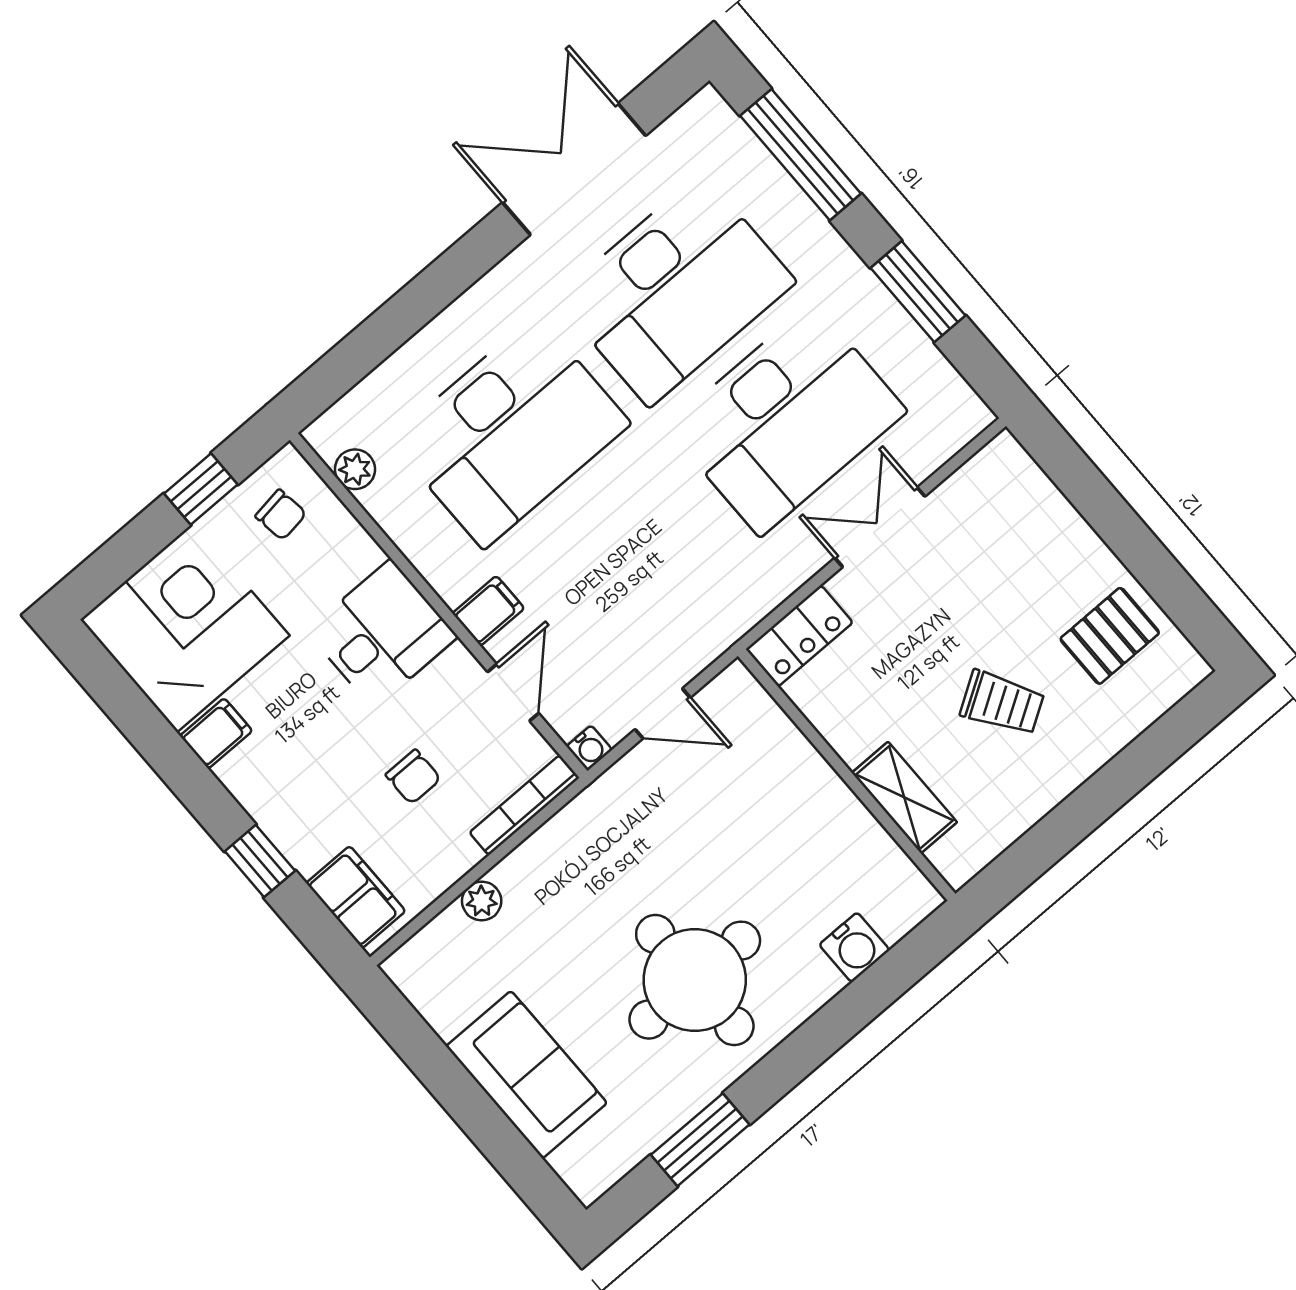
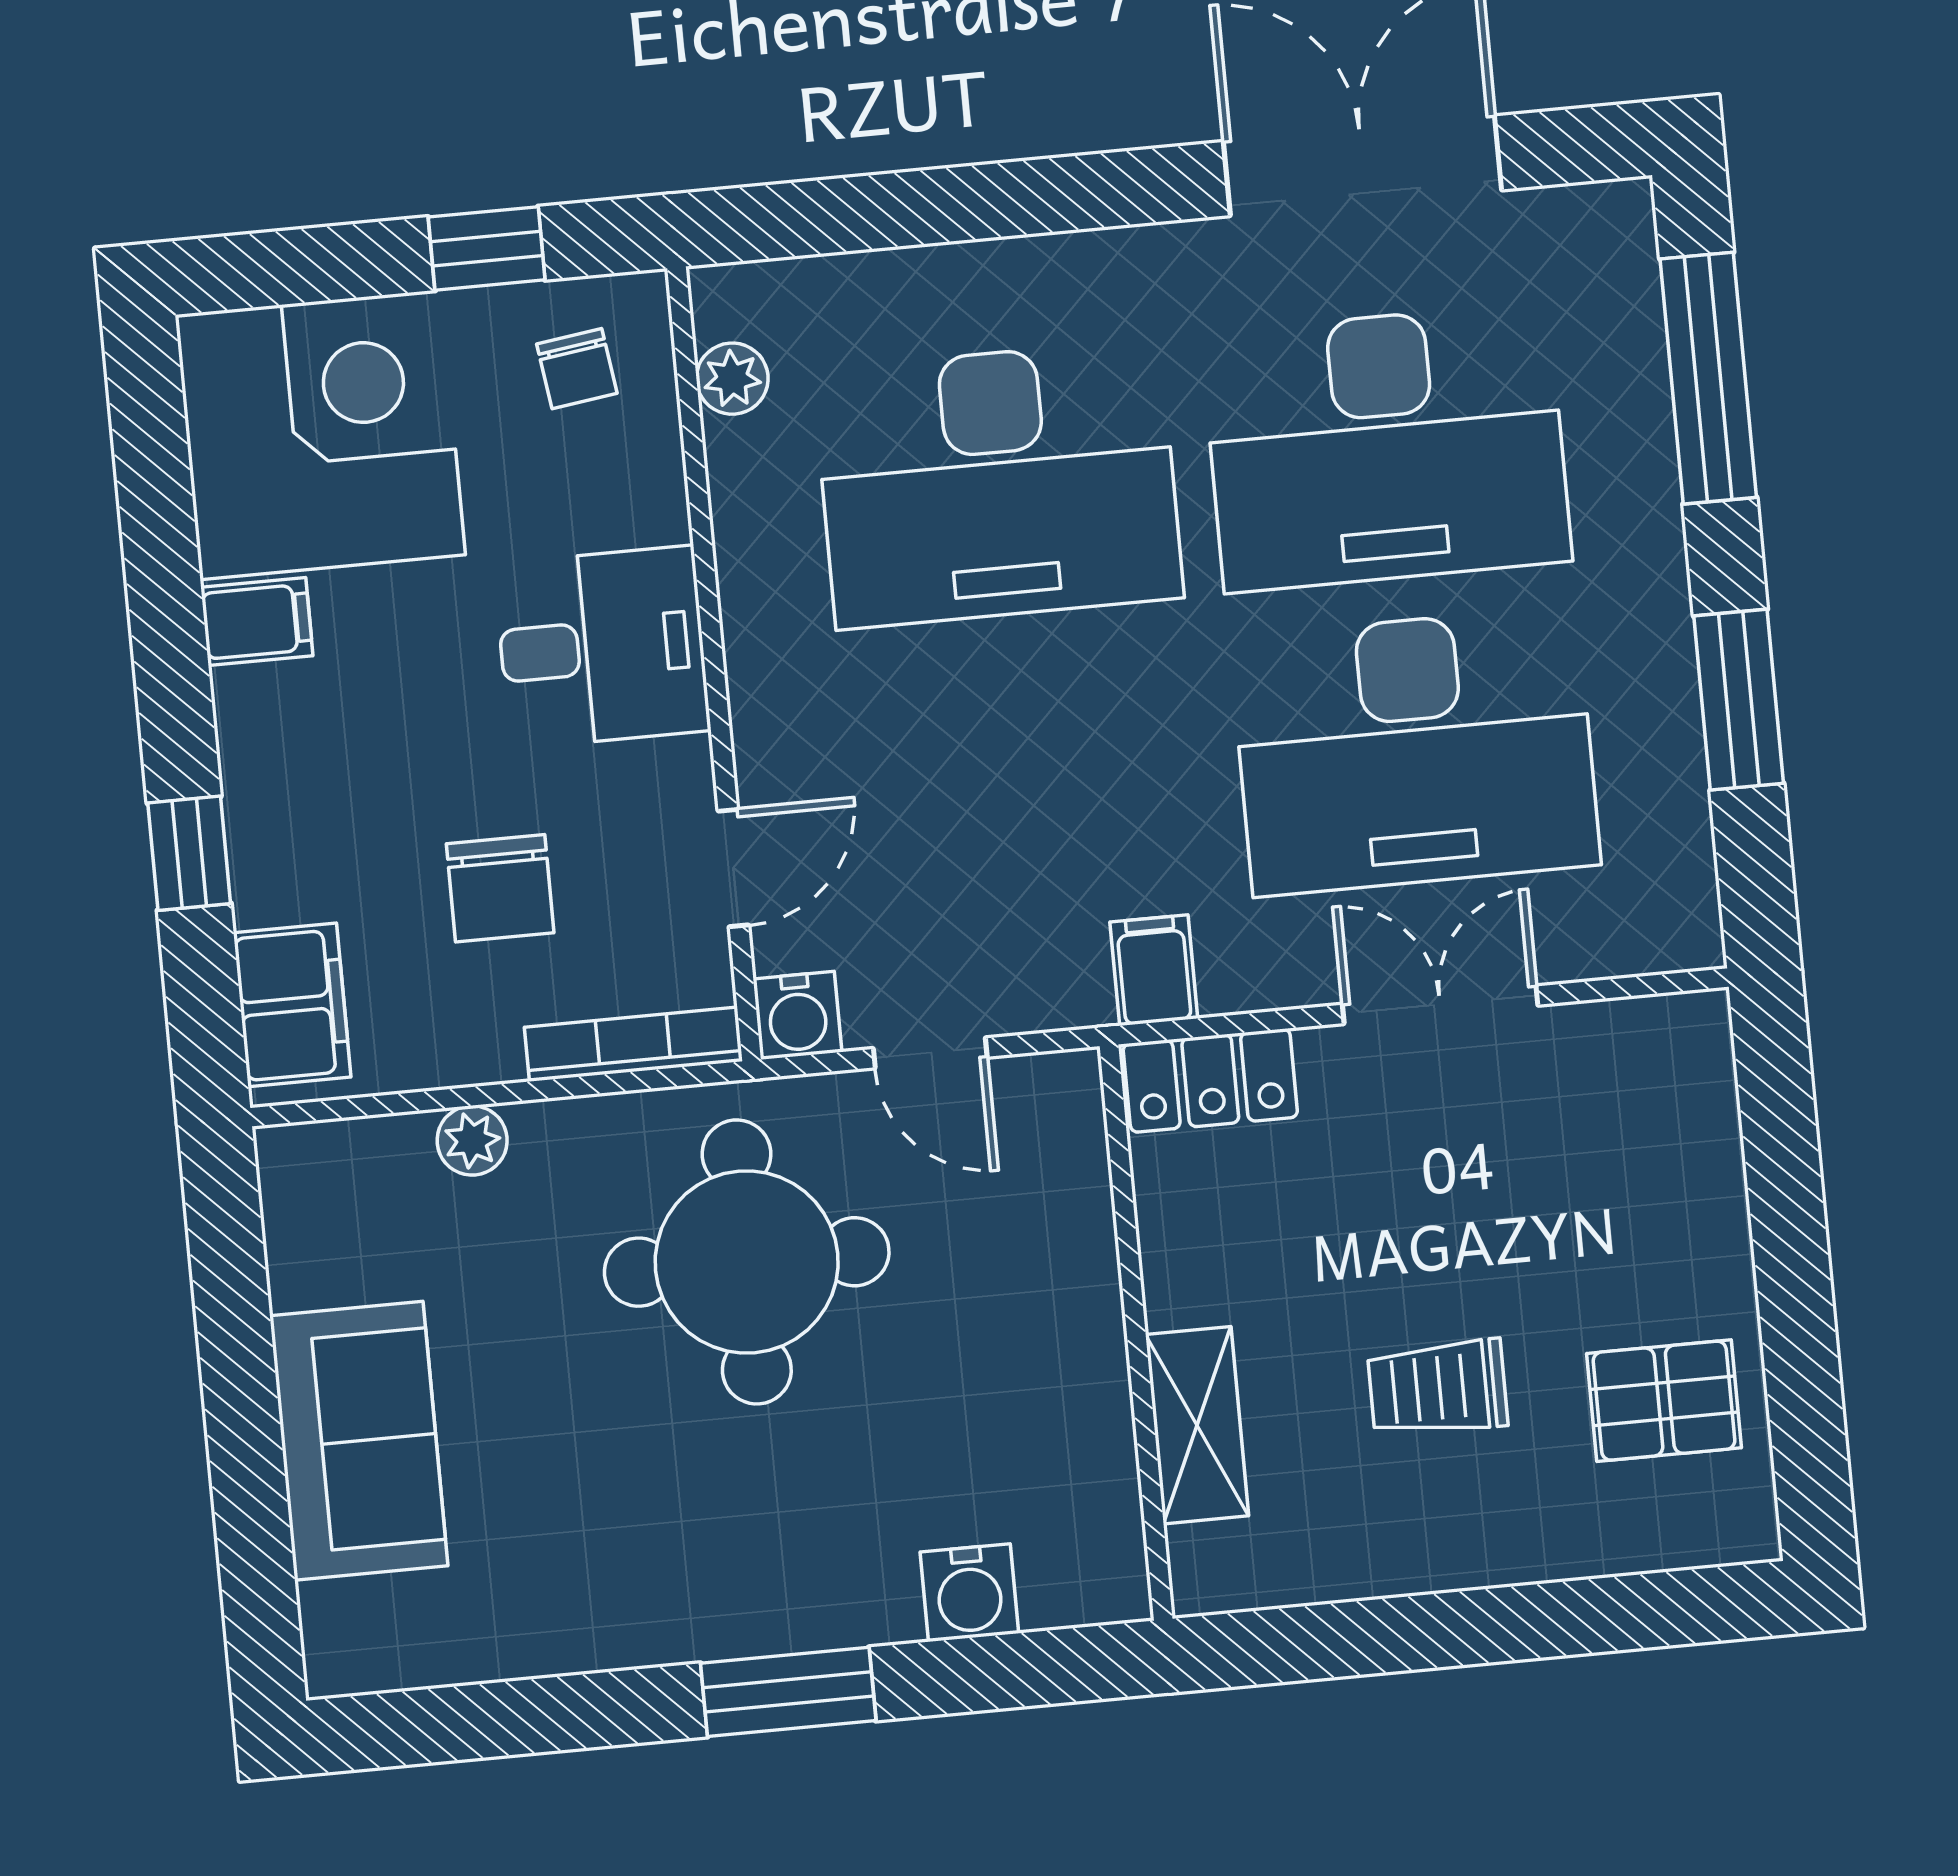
filing cabinet: (488, 611) -> (1154, 970), moved, turned -90
trolley: (1002, 703) -> (1438, 1388), turned 122
water cooler: (589, 748) -> (797, 1015), width x1.38, depth x1.38
chair: (413, 777) -> (500, 888), width x1.37, depth x1.37
round table: (695, 980) -> (747, 1262), moved
window: (700, 1140) -> (788, 1692), moved

